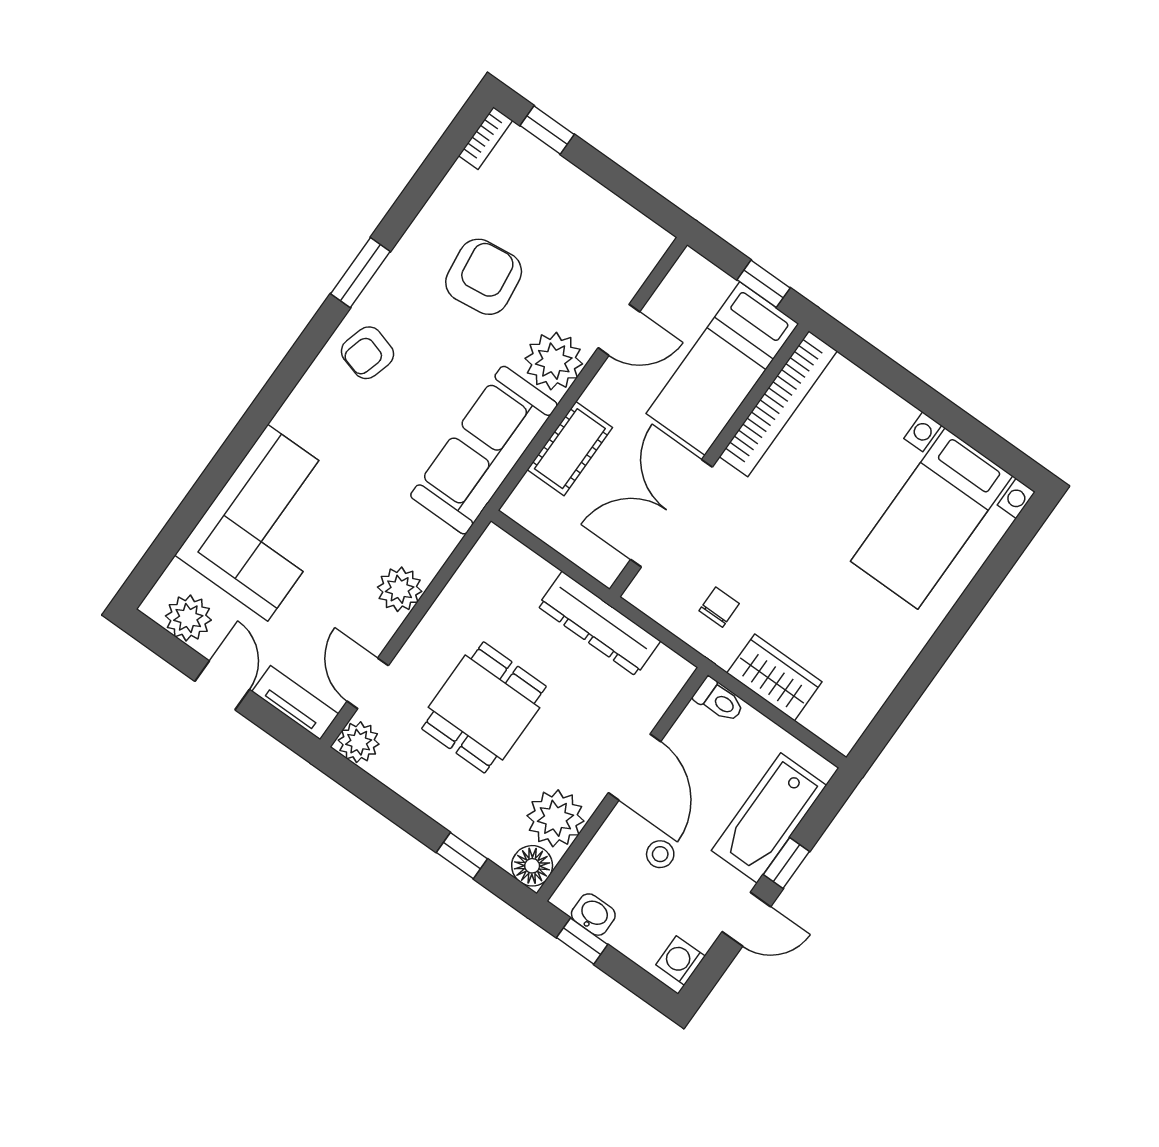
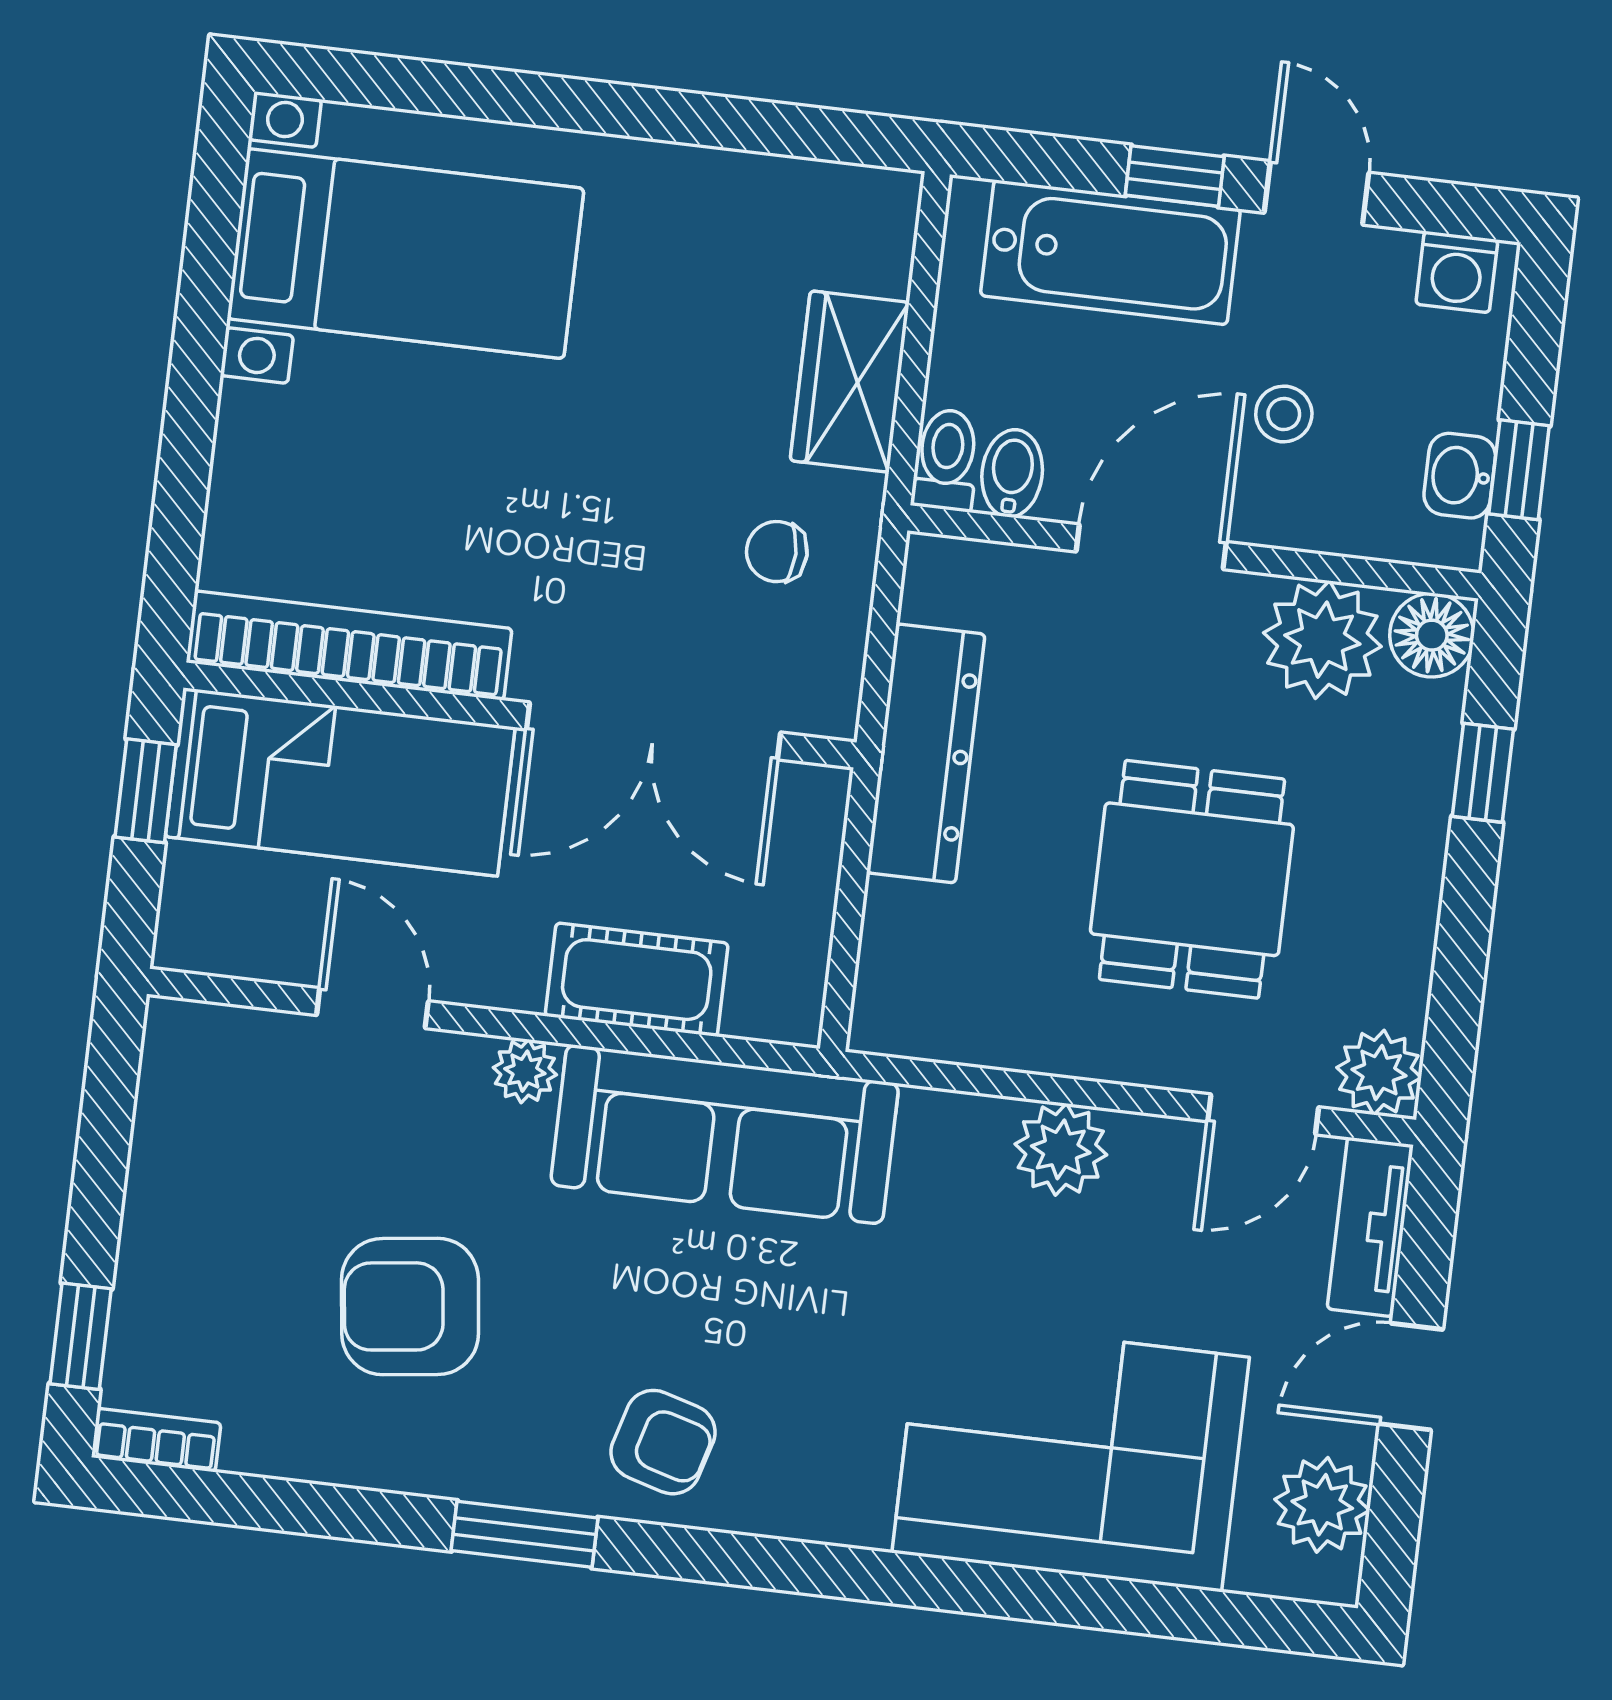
plant: (554, 361) -> (525, 1071), width x0.53, depth x0.53
dining table: (484, 707) -> (1192, 879), turned 90
bidet: (698, 725) -> (1012, 473), added

